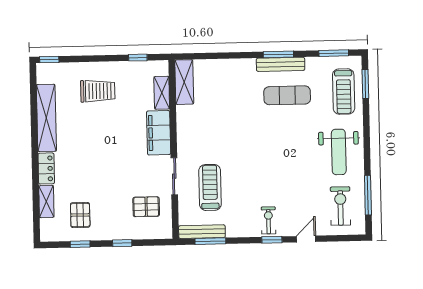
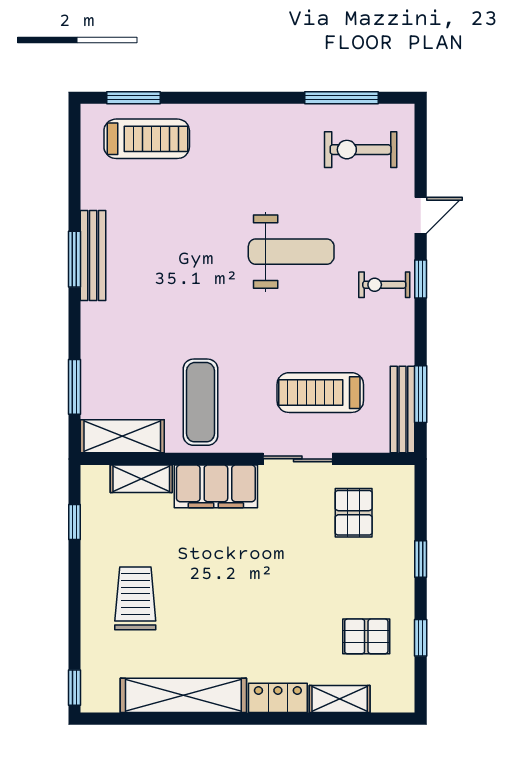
window: (334, 53) -> (74, 387), moved
exercise mat: (287, 95) -> (201, 402), moved
weight bench: (339, 152) -> (291, 252), moved
door: (306, 239) -> (421, 215), swing flipped

